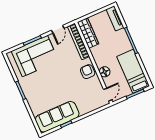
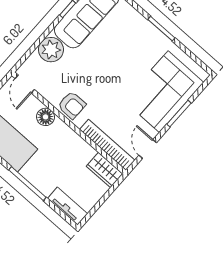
wardrobe: (88, 33) -> (105, 170), width x0.67
plant: (85, 107) -> (51, 50), added

